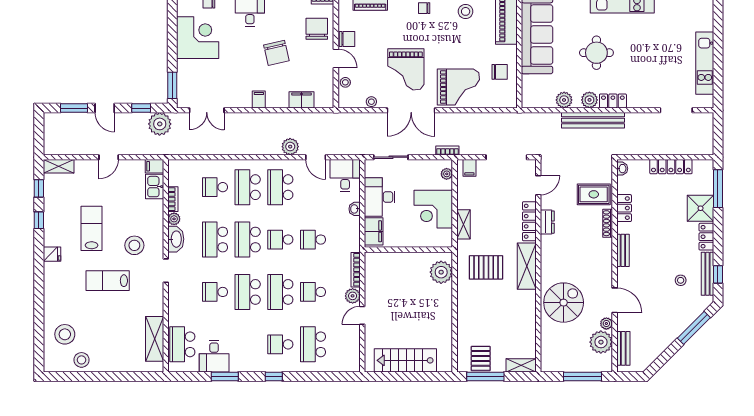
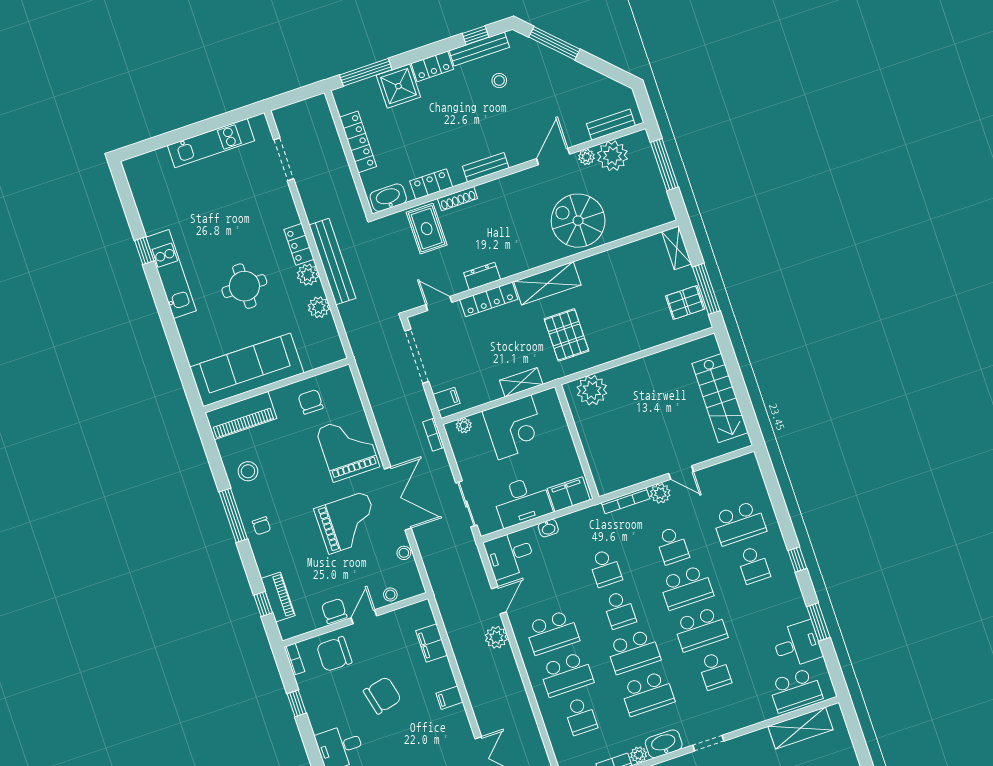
washbasin: (622, 169) -> (388, 198), width x1.91, depth x1.45

